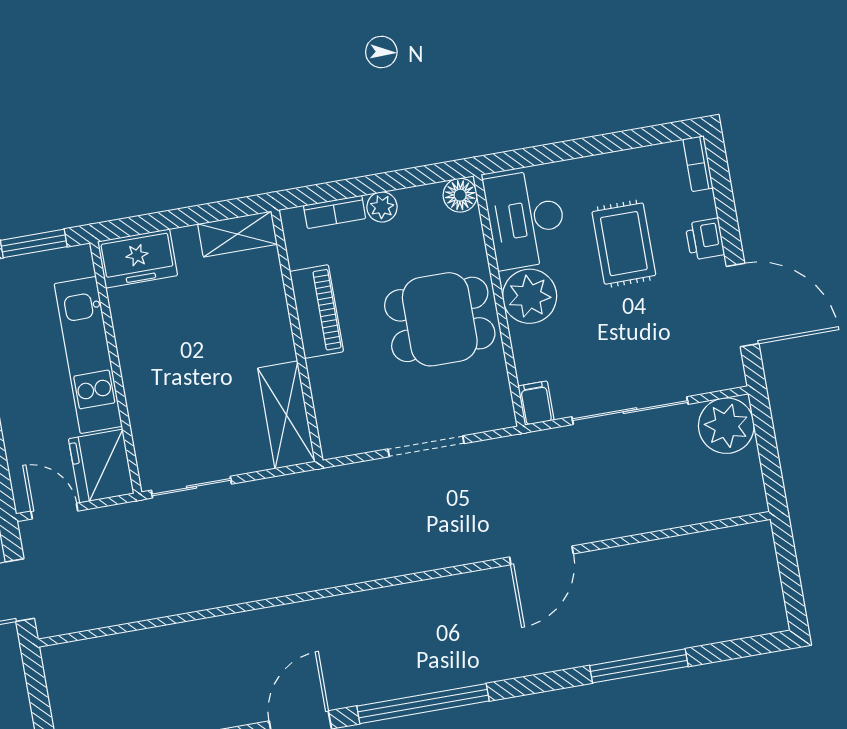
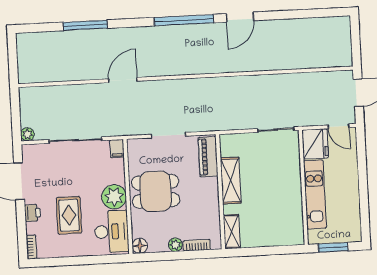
shelving: (237, 234) -> (232, 232), moved, turned 90
freezer: (138, 258) -> (288, 235), removed
piano: (316, 312) -> (208, 157), moved
shelving: (286, 415) -> (231, 181), moved
plant: (726, 426) -> (27, 134), width x0.53, depth x0.53

